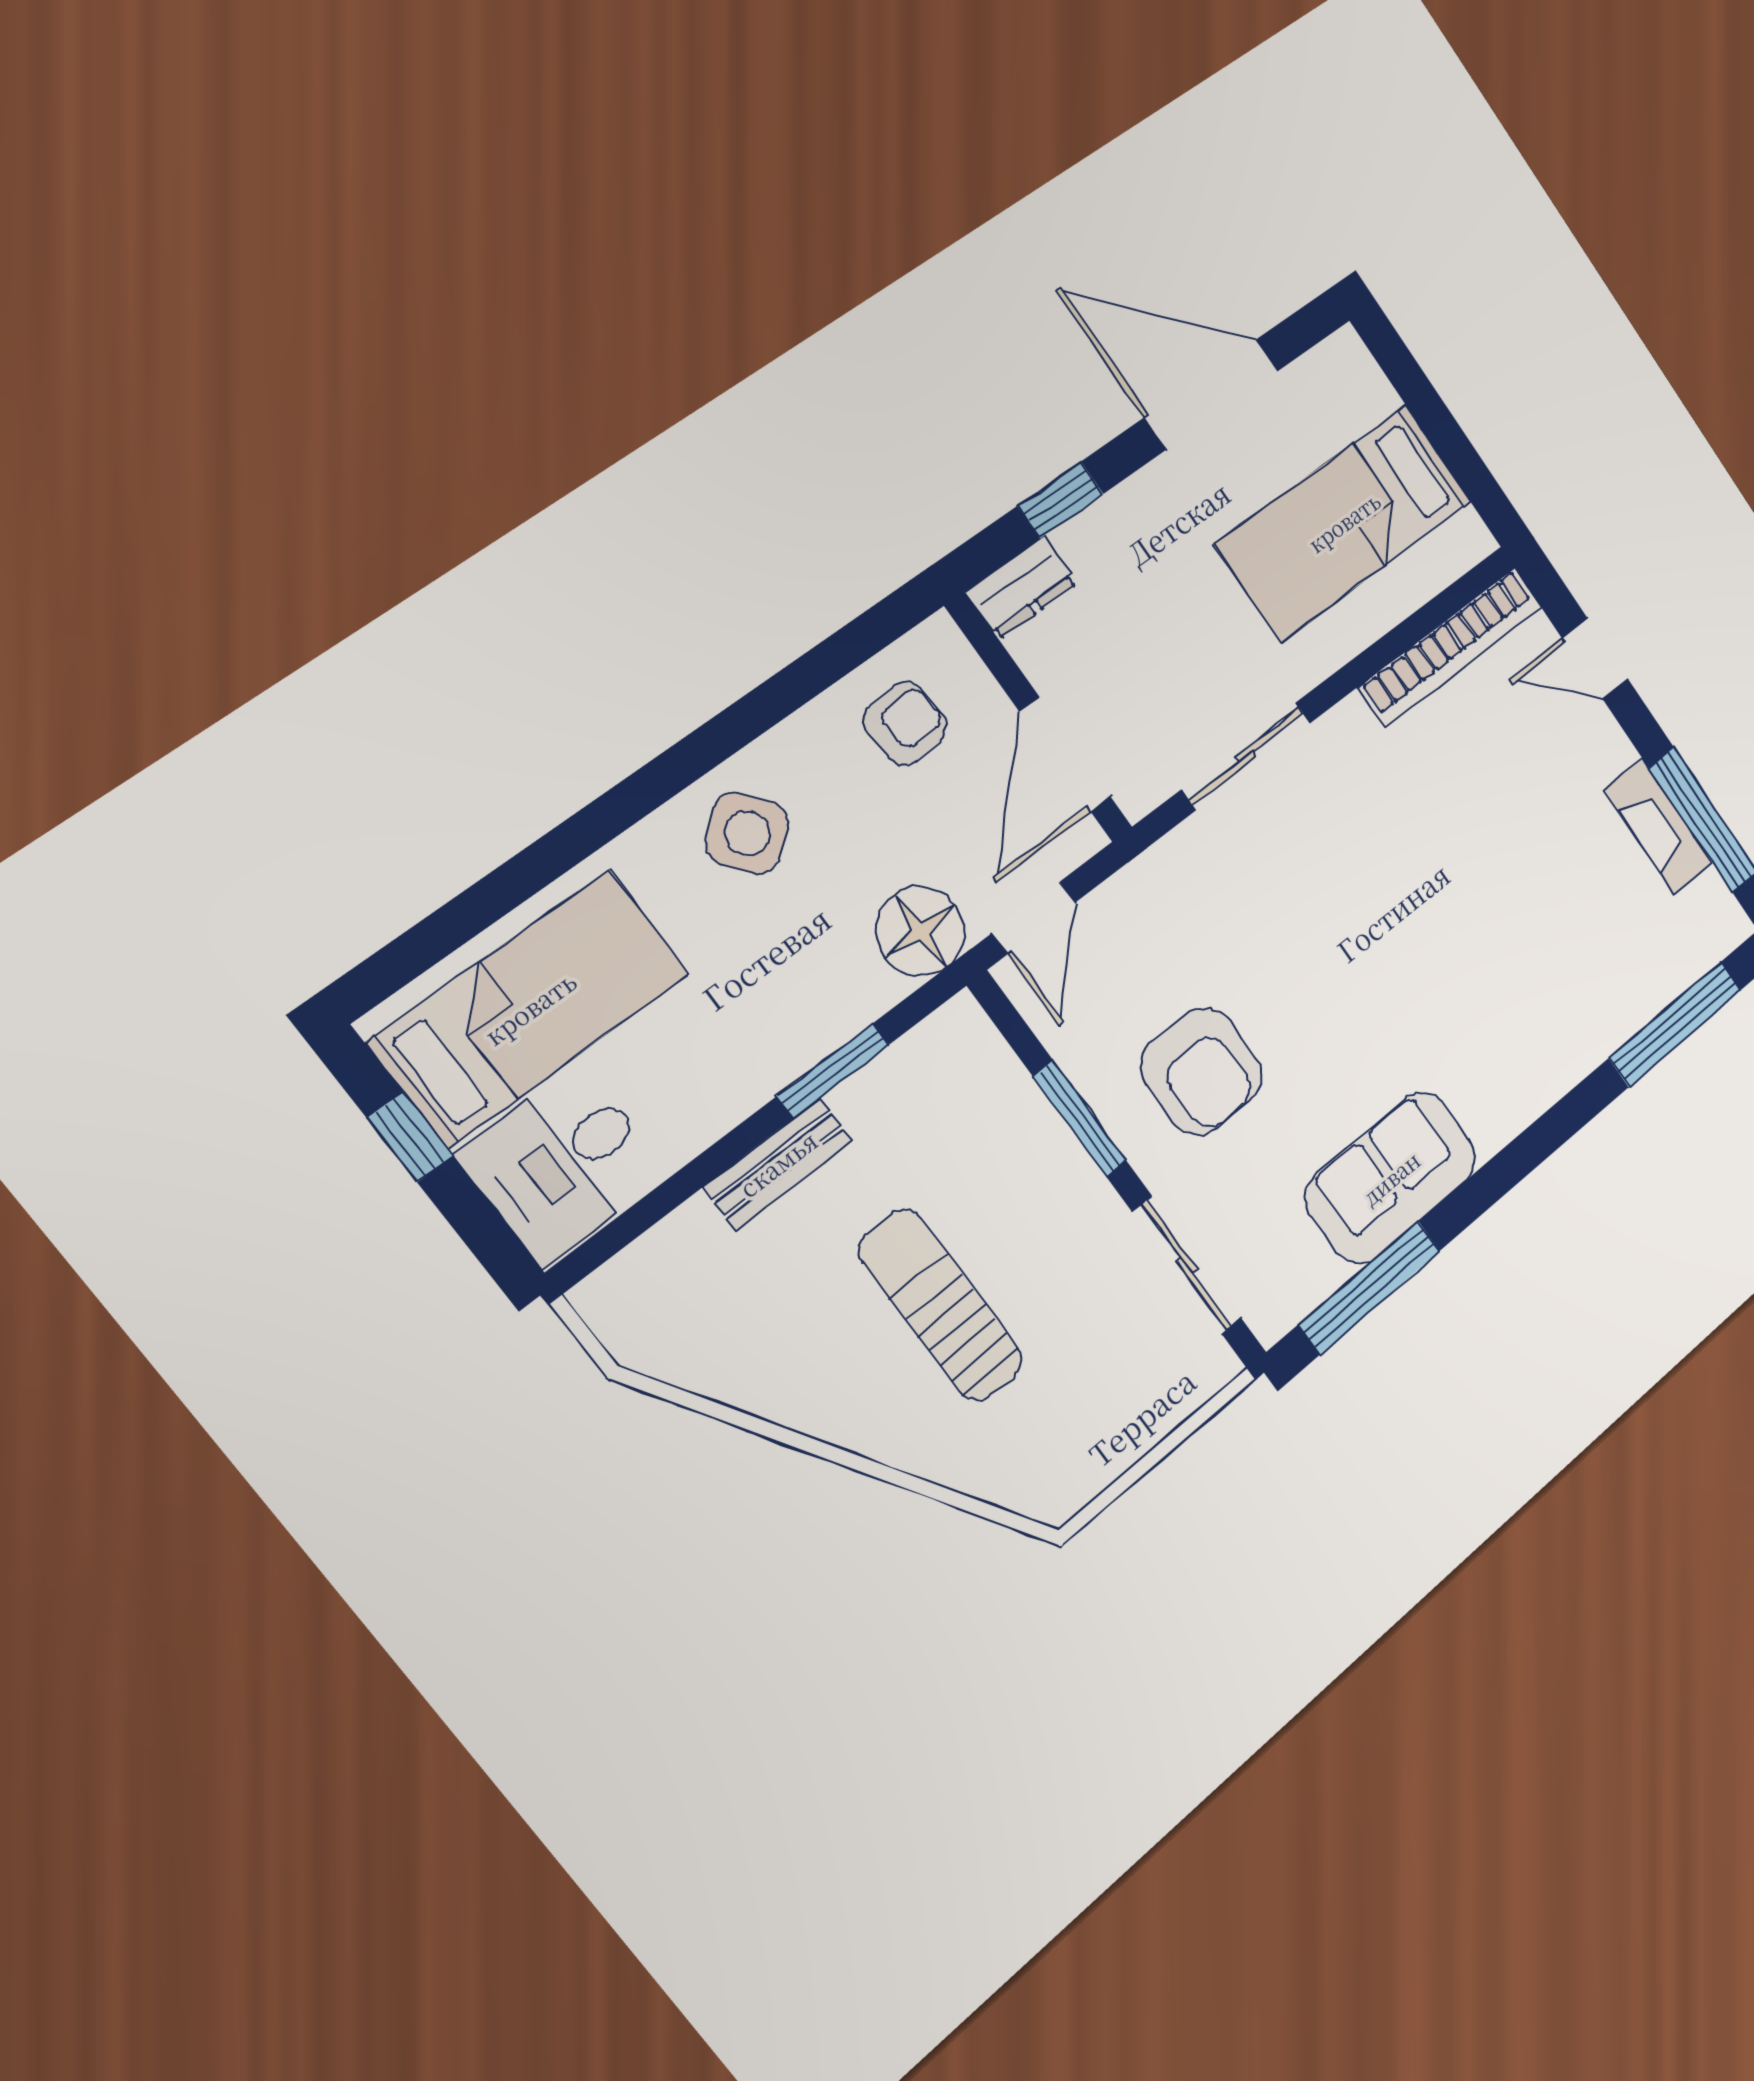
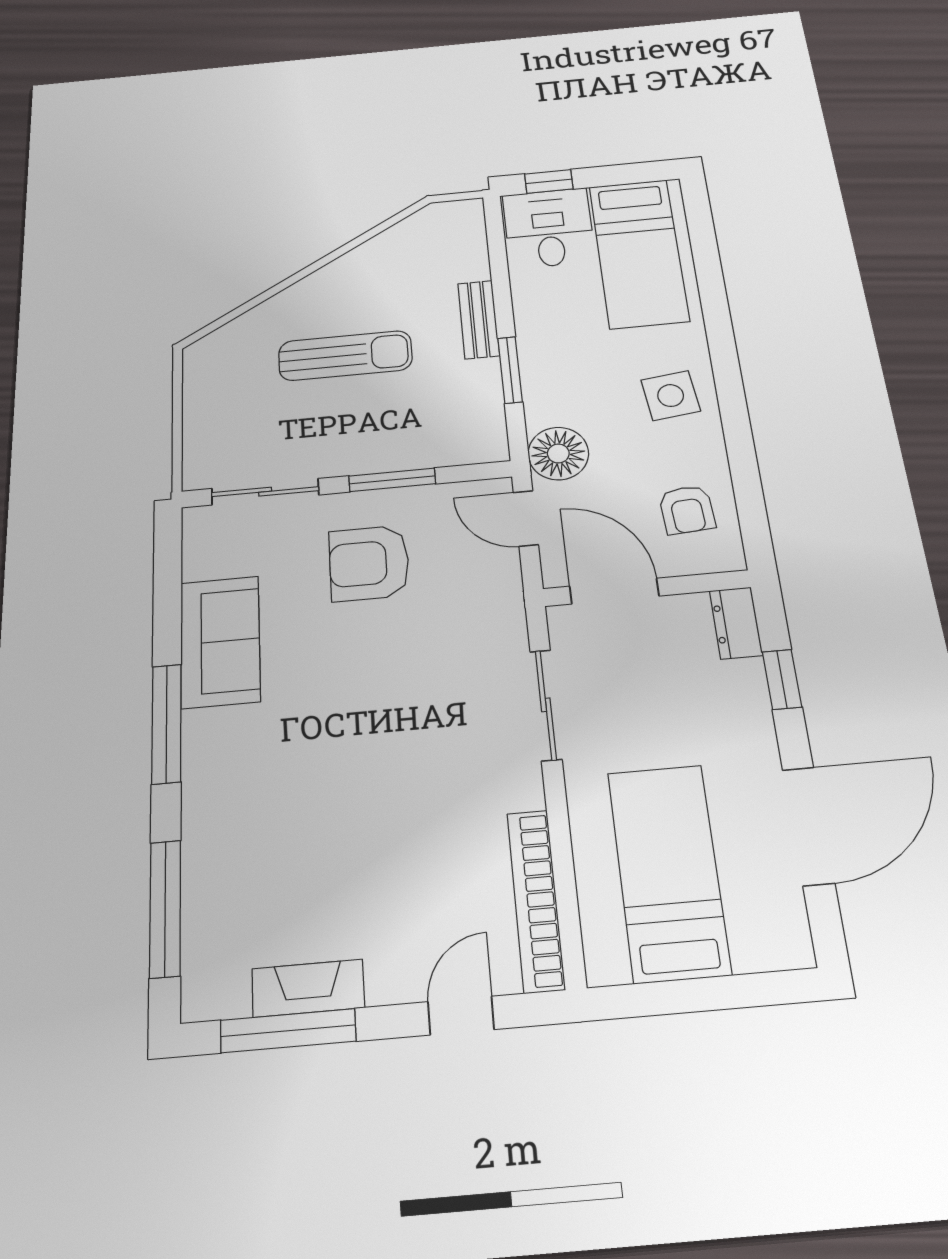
side table: (747, 833) -> (671, 396), turned 32
window: (410, 1137) -> (549, 181), moved
window: (1370, 1287) -> (166, 724), moved

